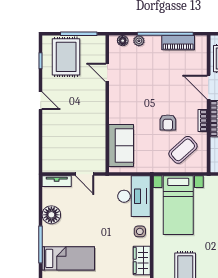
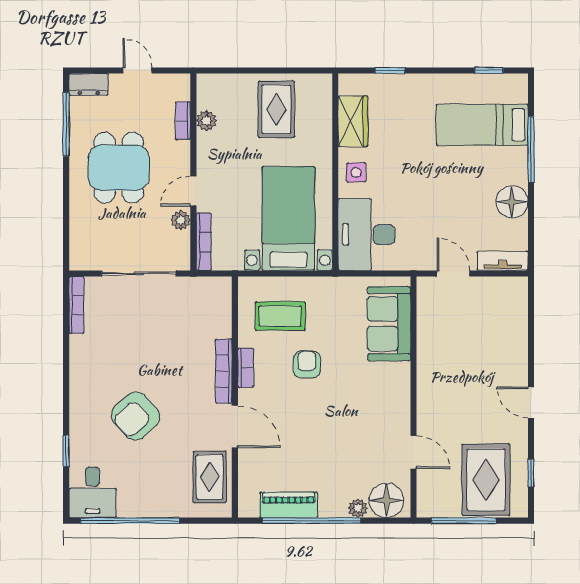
floor lamp: (123, 41) -> (386, 500), width x1.89, depth x1.89
coffee table: (183, 150) -> (280, 316), turned 42

